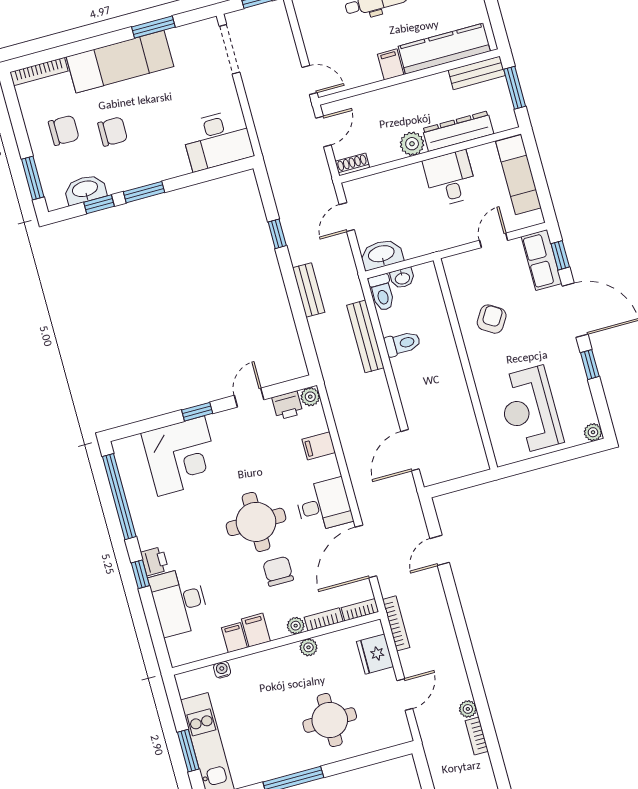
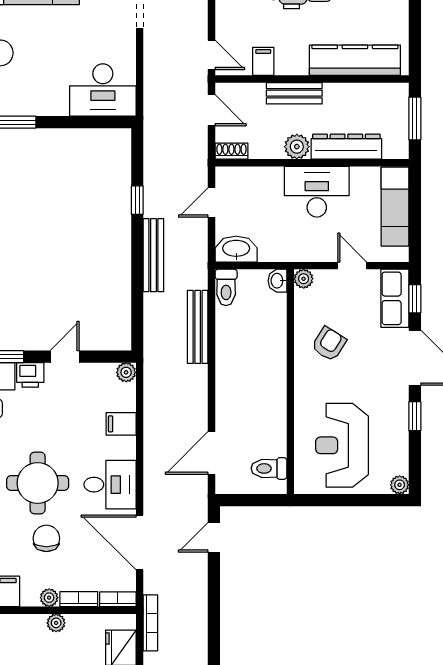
filing cabinet: (391, 64) -> (263, 61), moved
bench: (477, 73) -> (294, 93), moved
door: (323, 132) -> (211, 110), hinge flipped
desk: (450, 178) -> (317, 192), width x1.37
door: (494, 240) -> (352, 266), hinge flipped
plant: (452, 265) -> (304, 279), added
washbasin: (402, 278) -> (277, 281), moved, turned 90
bench: (309, 290) -> (153, 255), width x1.36
toilet: (402, 344) -> (269, 468), moved, turned 180
printer: (287, 405) -> (30, 375), moved
door: (440, 550) -> (214, 537), moved
door: (366, 551) -> (140, 542), hinge flipped

